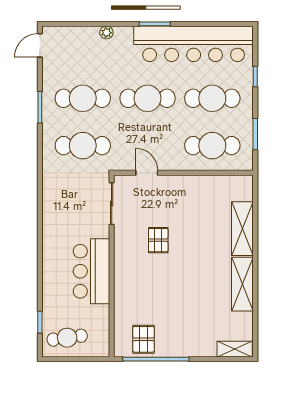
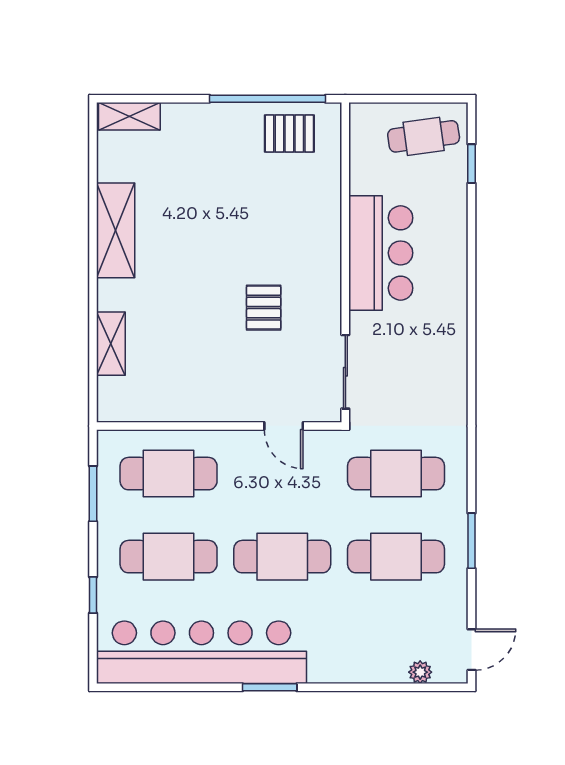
plant: (106, 33) -> (420, 672), moved
shelving: (242, 229) -> (111, 344), width x0.67, depth x0.75
pallet: (143, 339) -> (289, 133), turned 90

